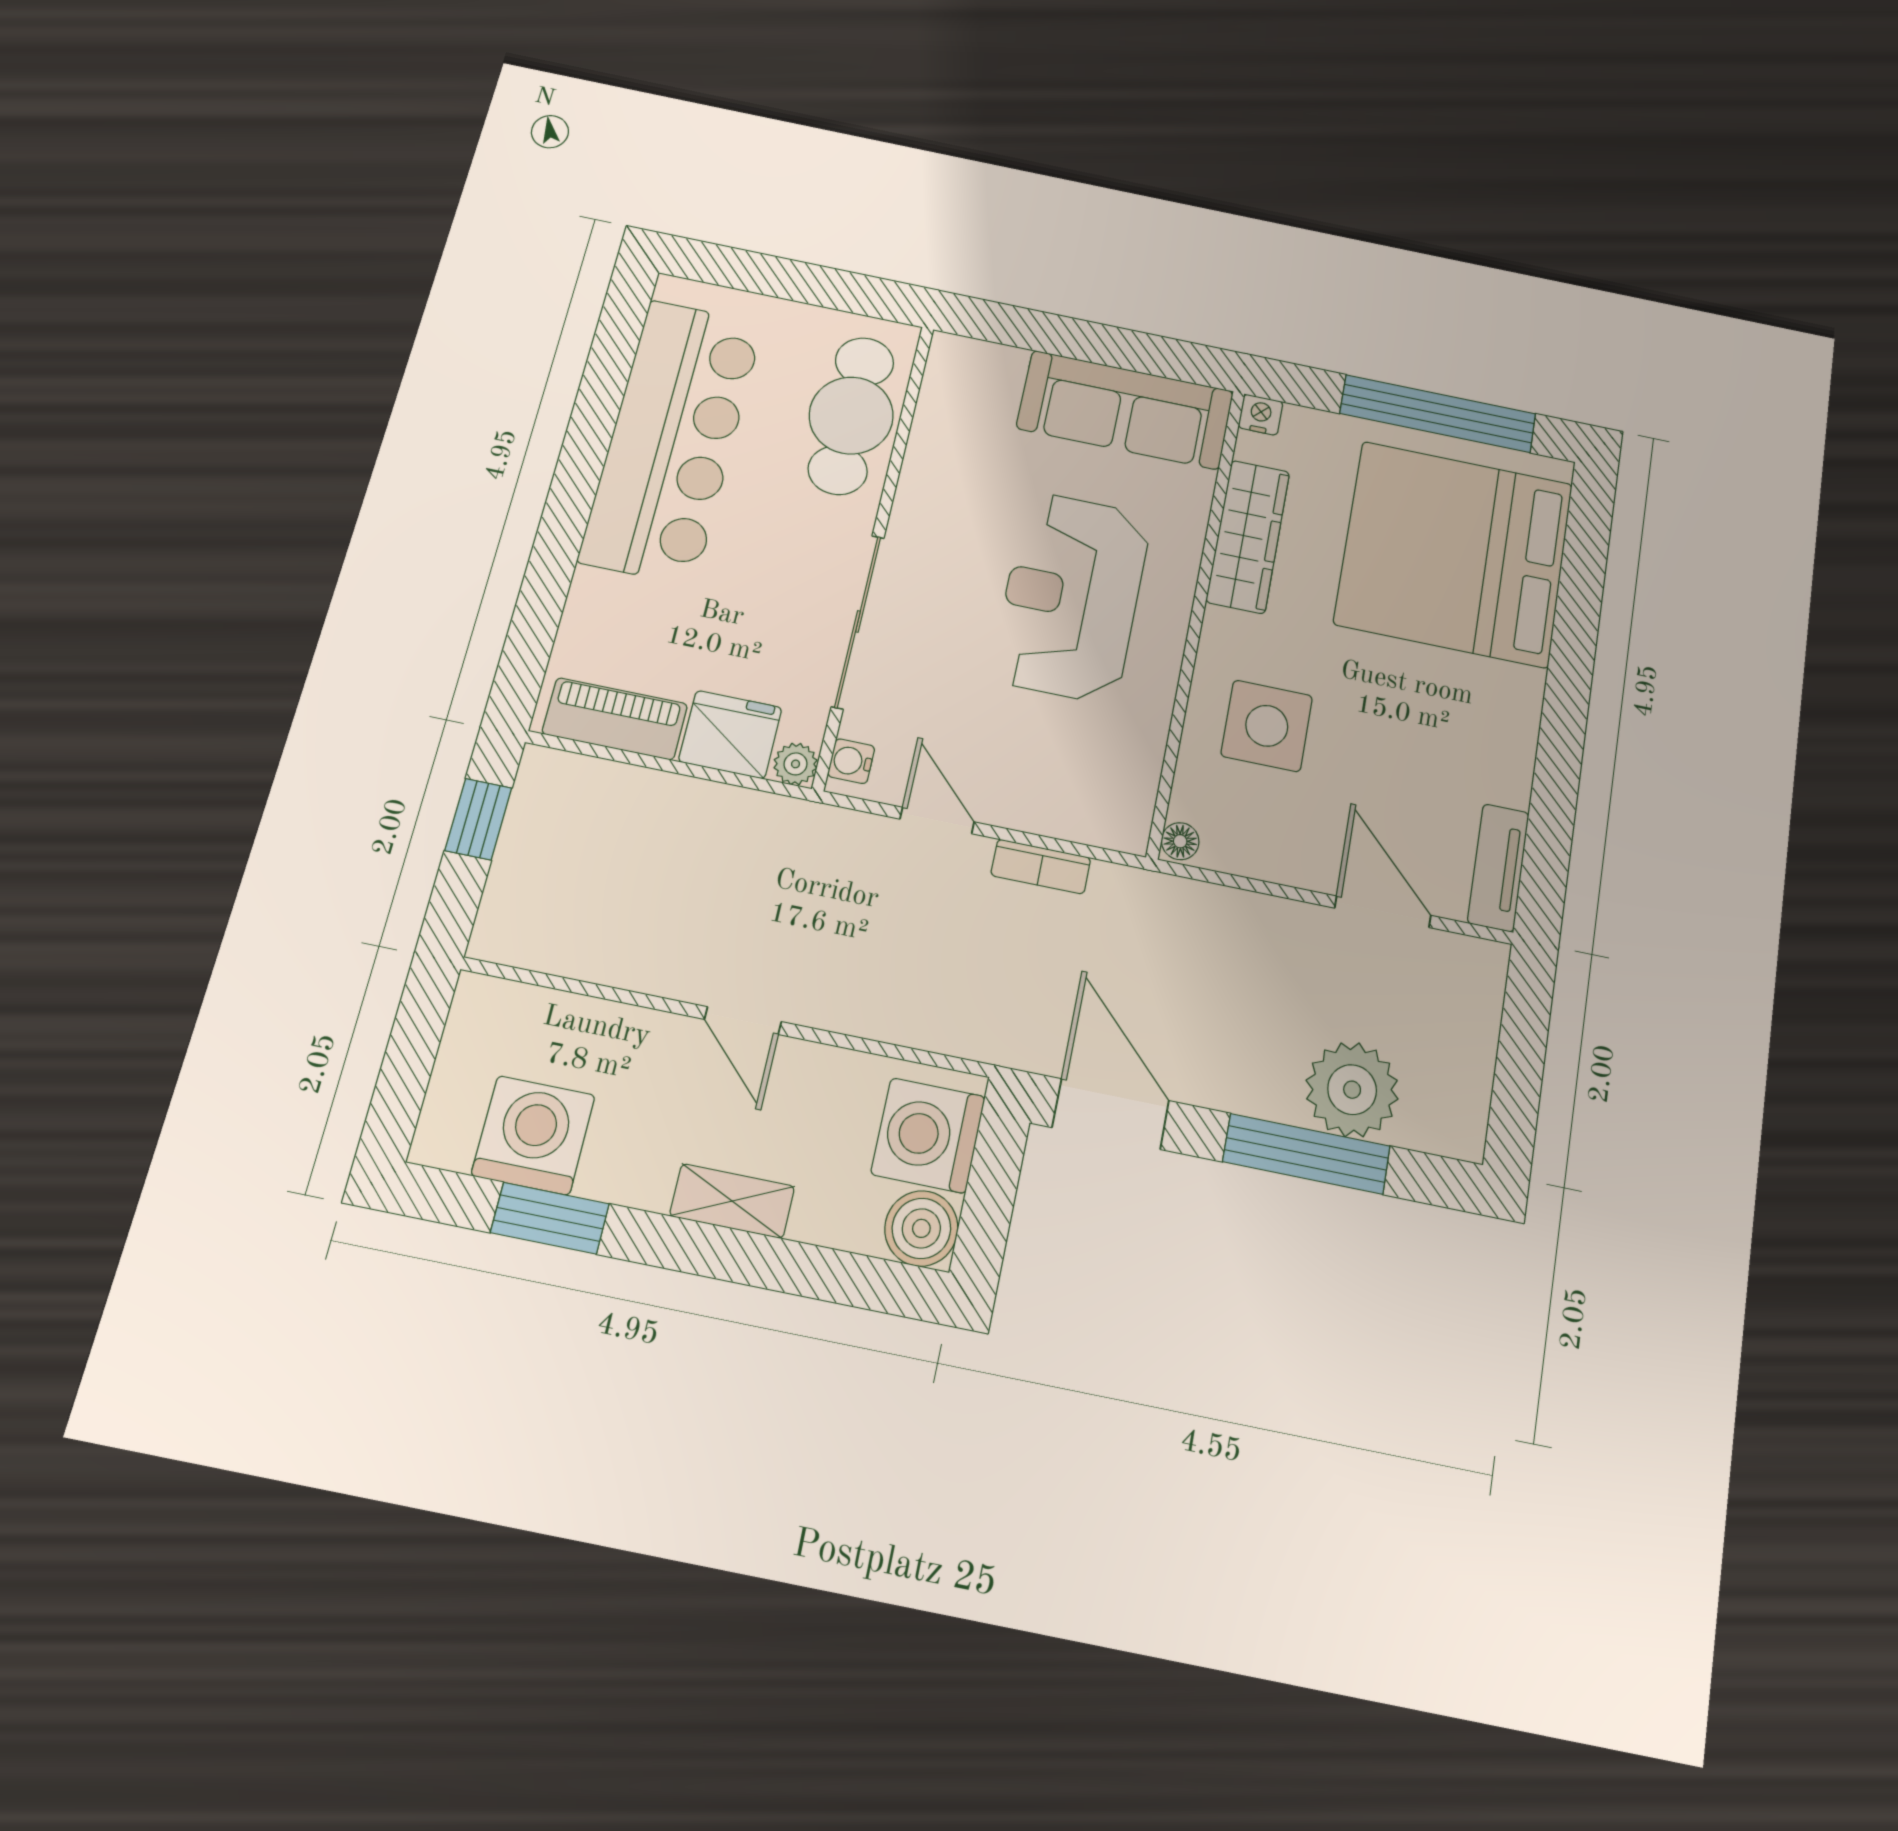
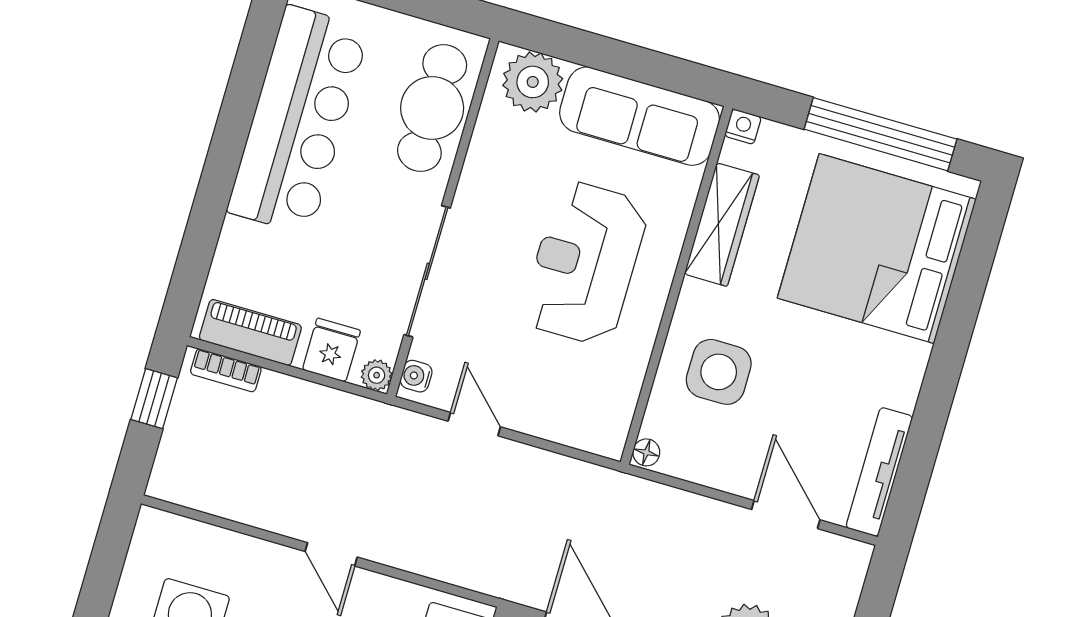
plant: (982, 376) -> (533, 82), added
fridge: (730, 735) -> (331, 350), width x0.72
bookcase: (1041, 867) -> (226, 370), moved
tv unit: (1498, 868) -> (879, 472), width x1.41

